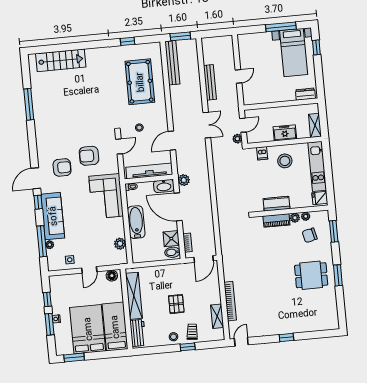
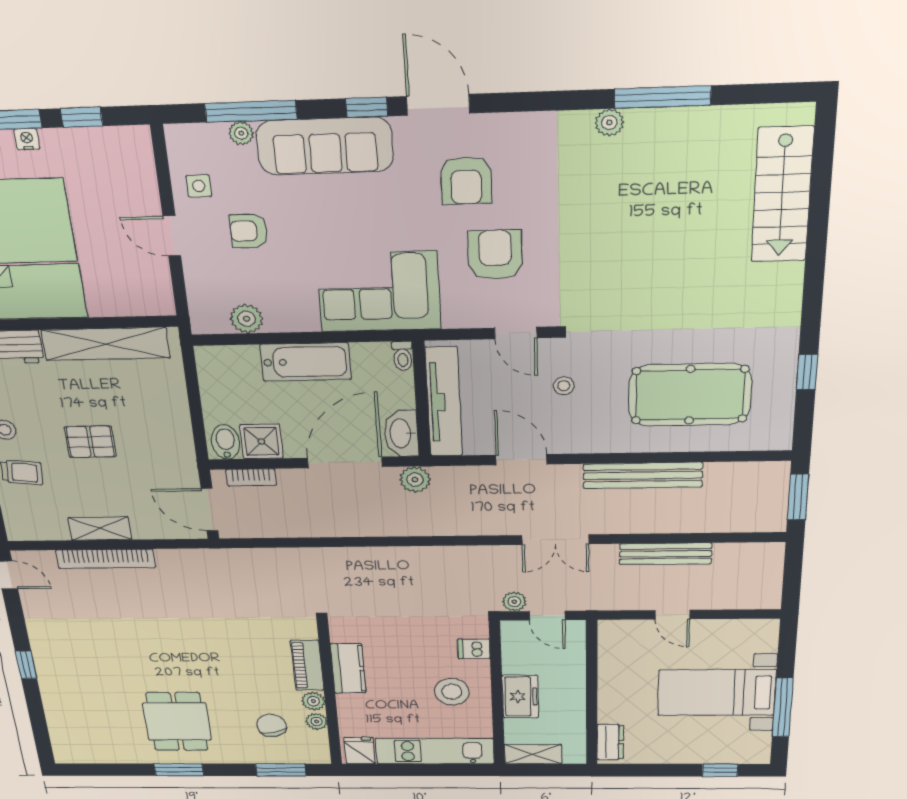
bed with nightstands: (294, 53) -> (717, 693), moved
bench: (172, 63) -> (643, 475), moved
plant: (39, 121) -> (609, 122), added
armchair: (86, 243) -> (249, 231), added
floor lamp: (112, 276) -> (158, 293), removed
shelving: (217, 316) -> (100, 529), moved

